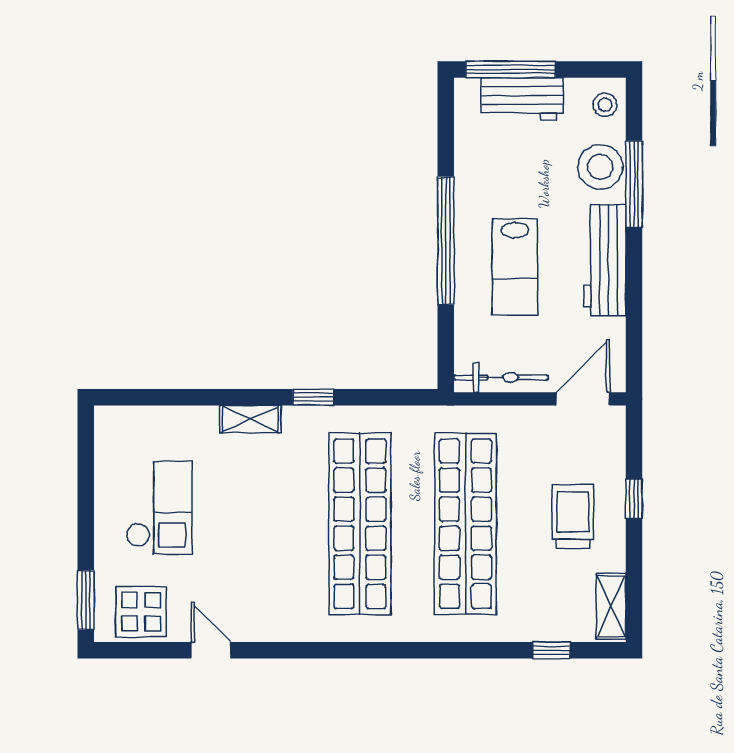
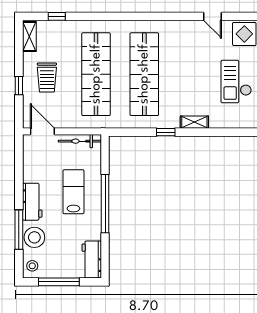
window: (511, 70) -> (59, 282), moved
workbench: (522, 99) -> (92, 260), moved, turned -90
workbench: (605, 260) -> (32, 202), width x0.73
door: (583, 399) -> (42, 131), swing flipped

